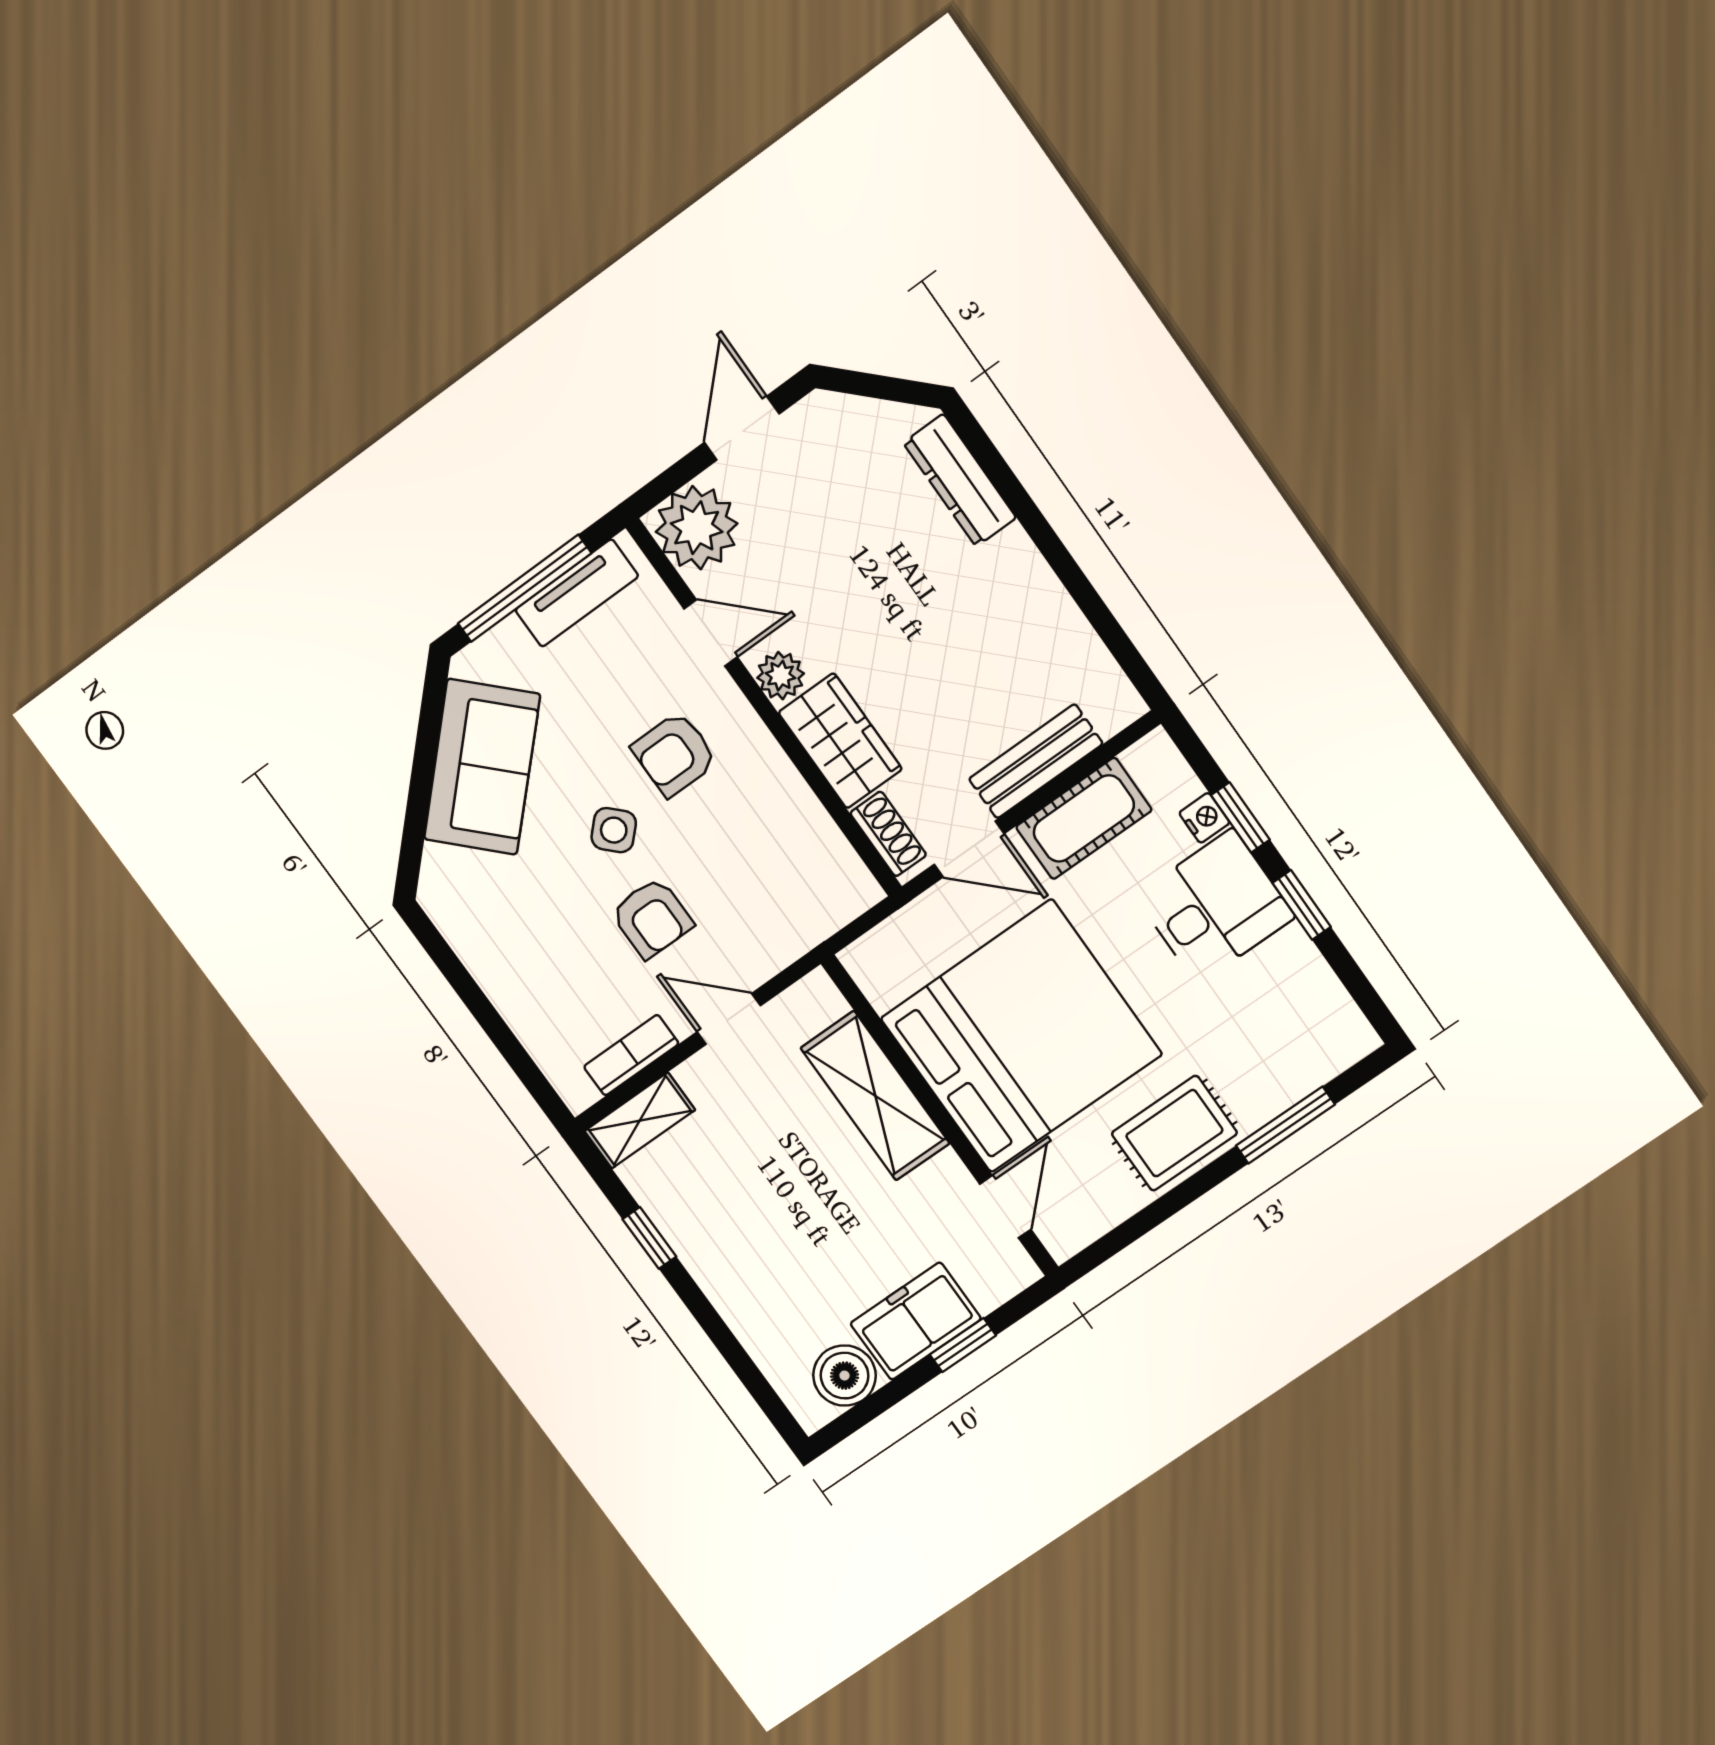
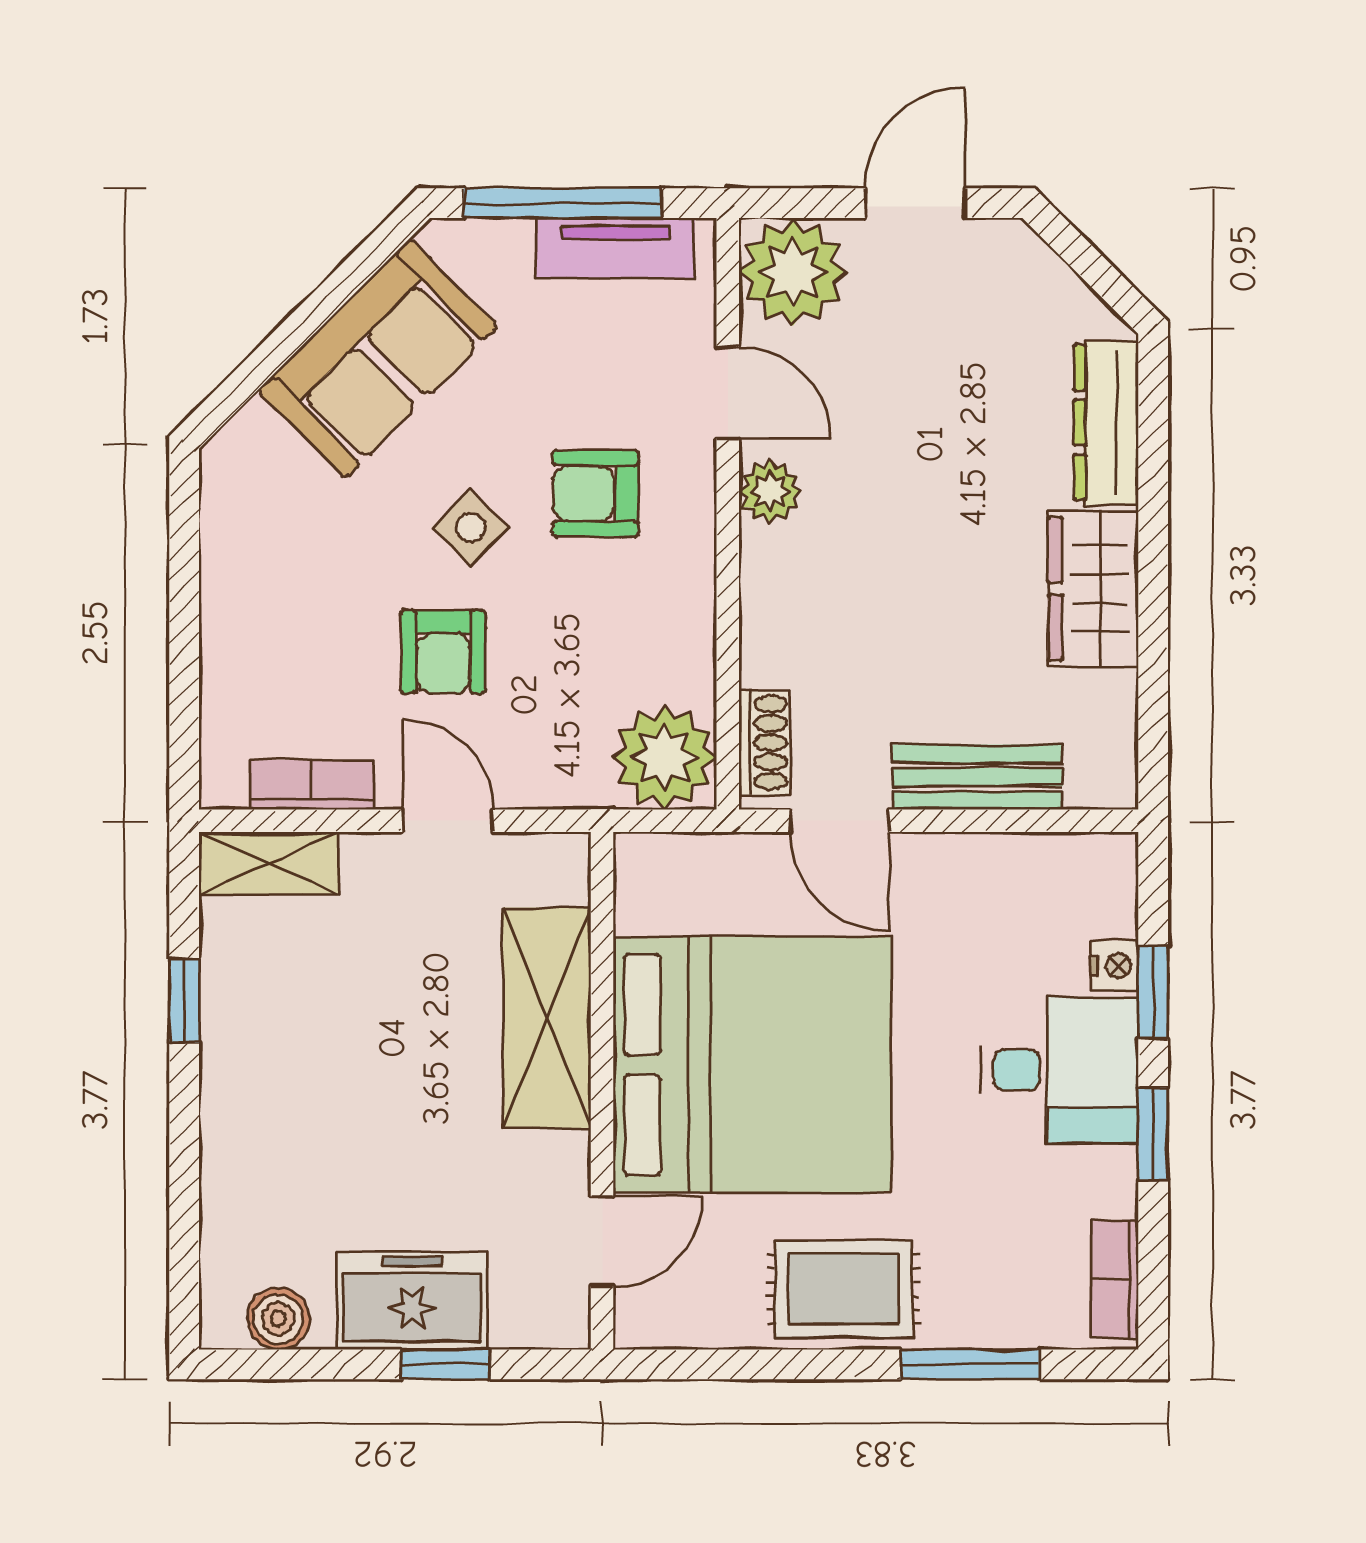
wardrobe: (840, 741) -> (1093, 589), moved, turned 180
cot: (1084, 818) -> (986, 875), removed
plant: (833, 887) -> (664, 757), added
bookcase: (1340, 1011) -> (1115, 1279), added
boiler: (845, 1376) -> (278, 1319), width x0.73, depth x0.73

